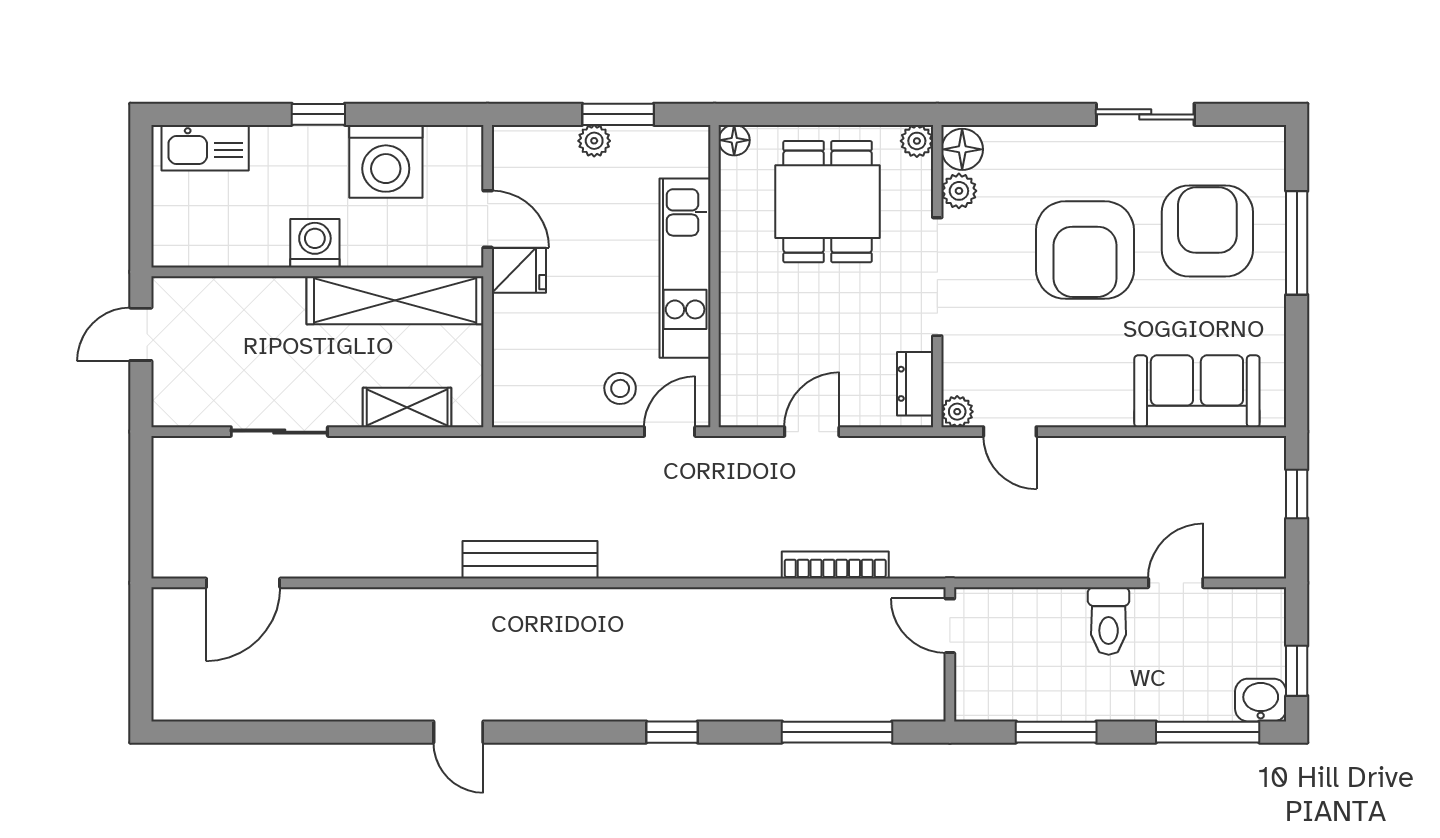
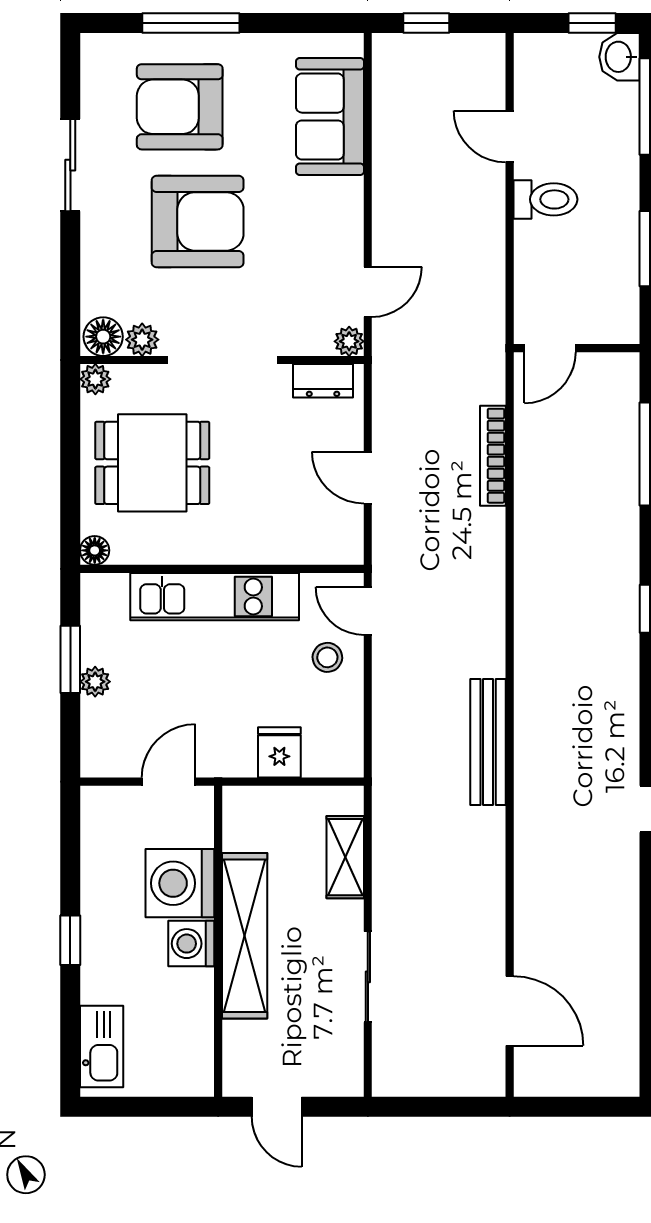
washing machine: (386, 161) -> (180, 883), moved, turned 180
fridge: (519, 270) -> (279, 752), moved
shelving: (395, 300) -> (245, 936), moved

